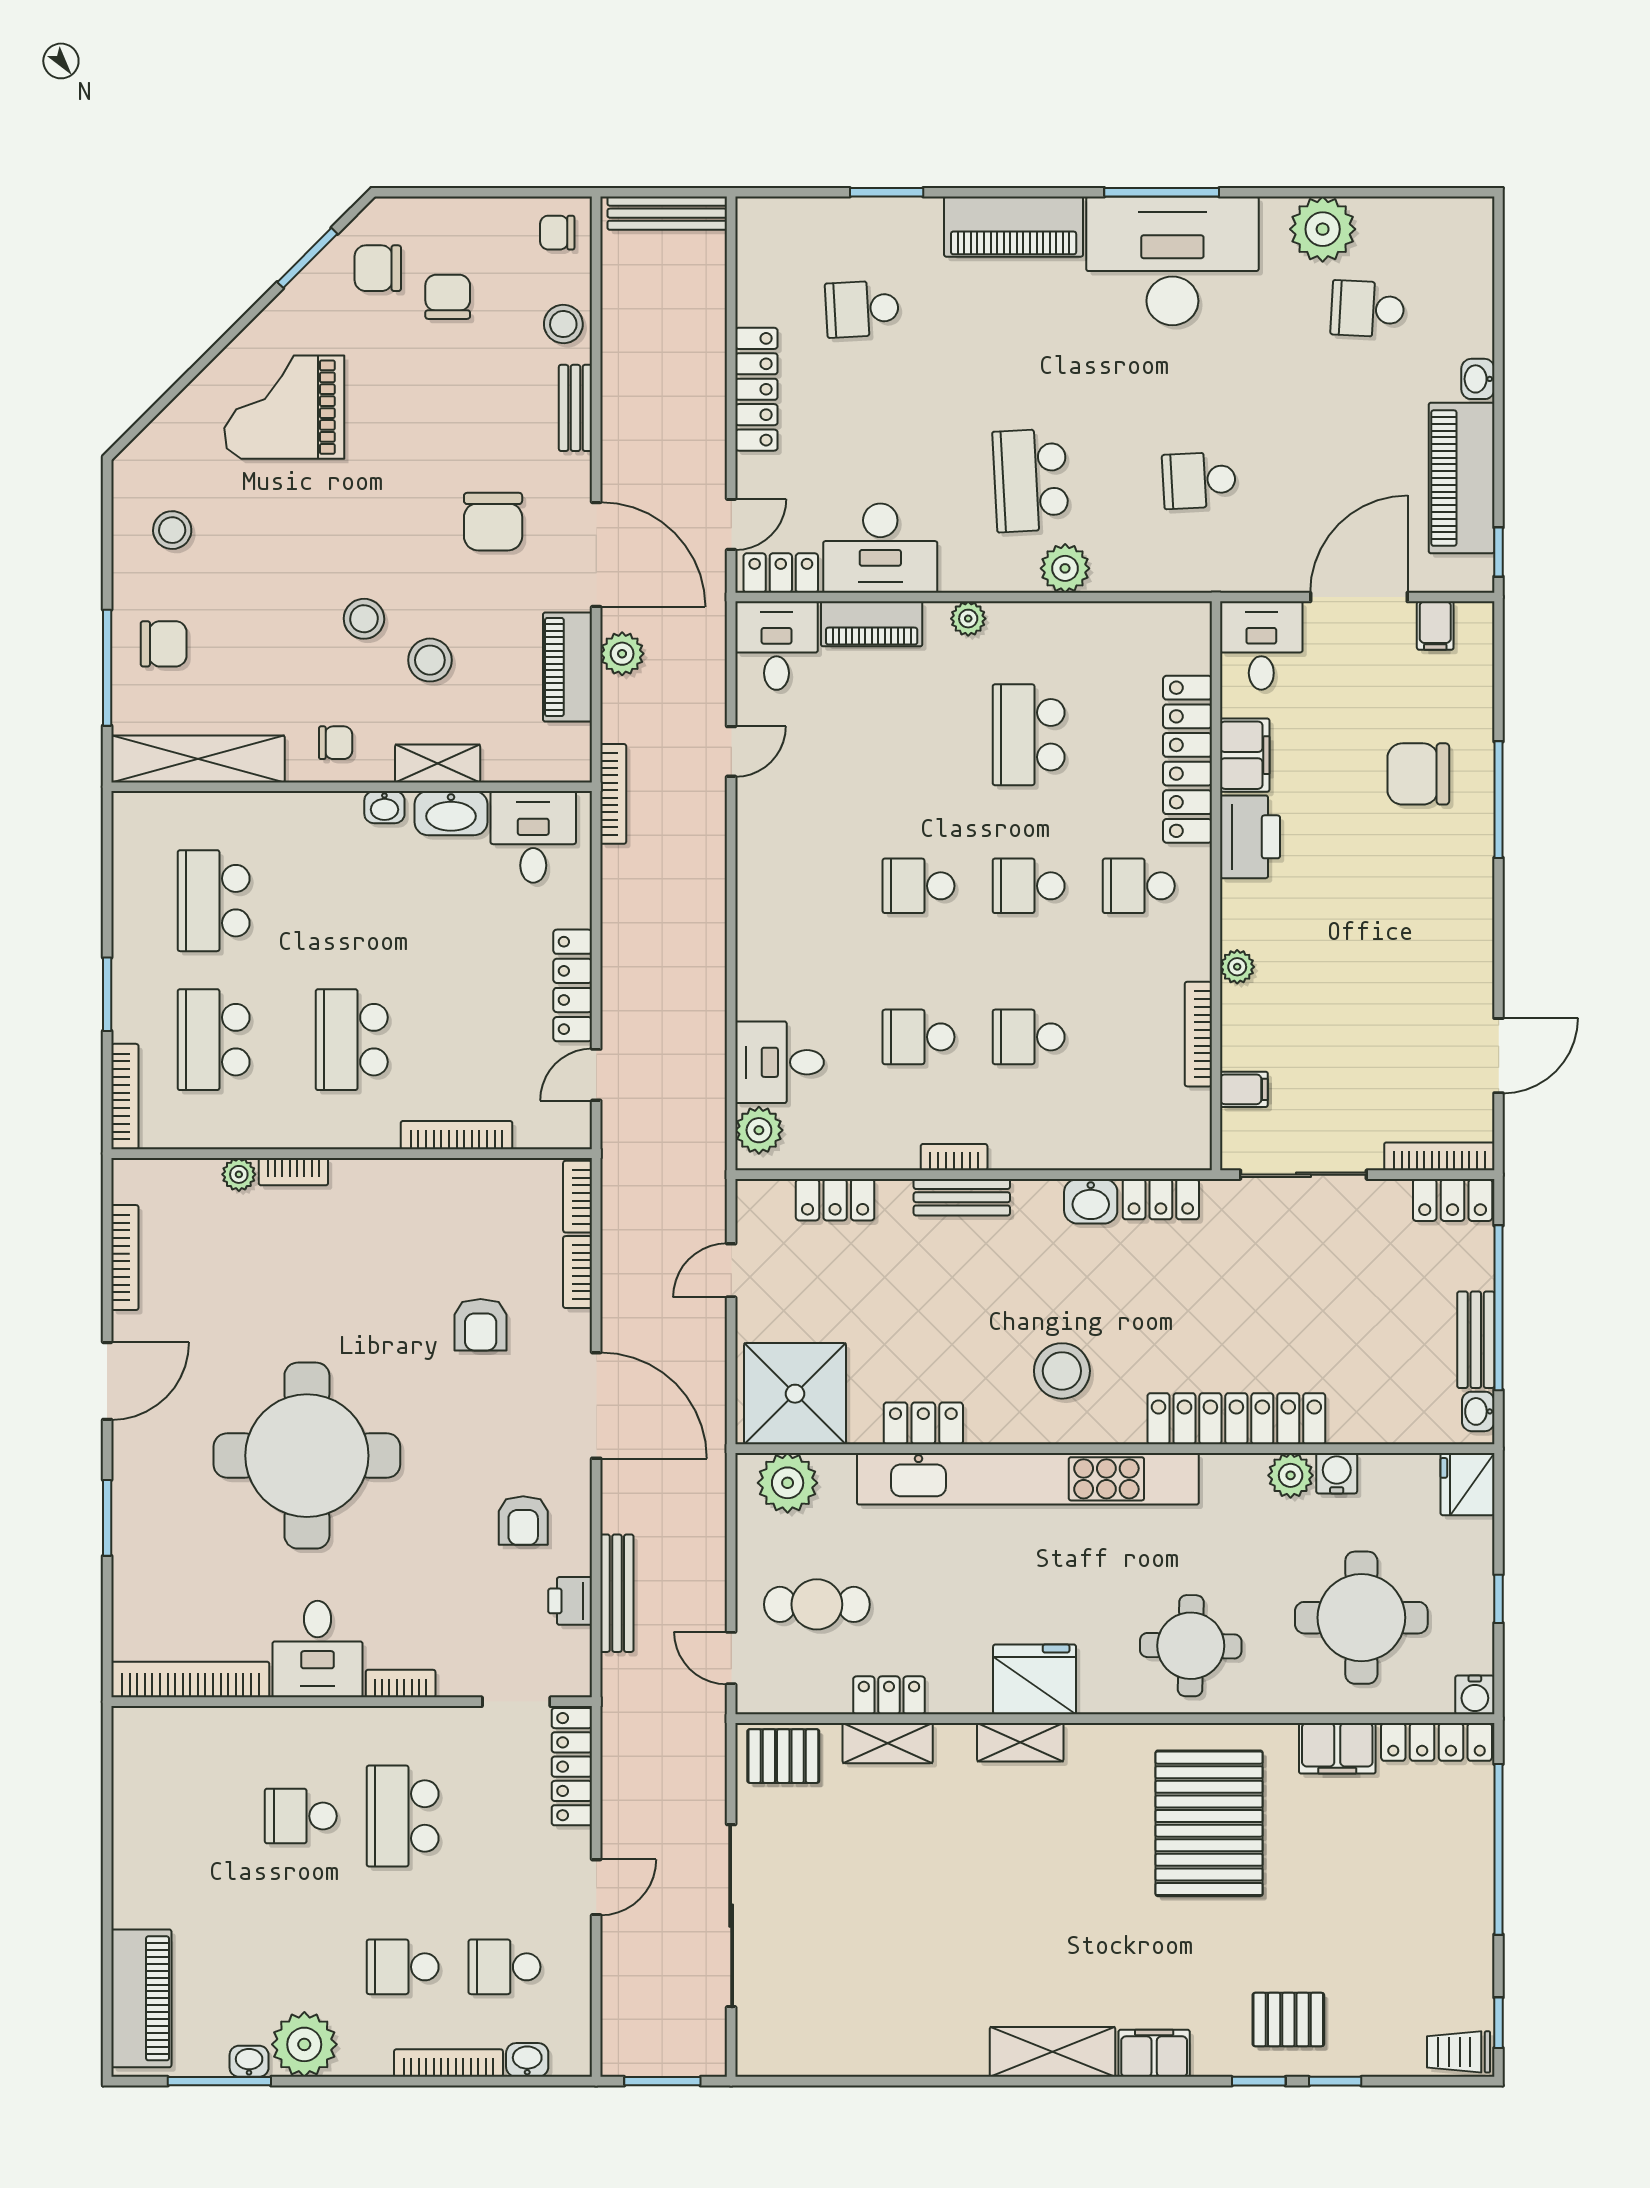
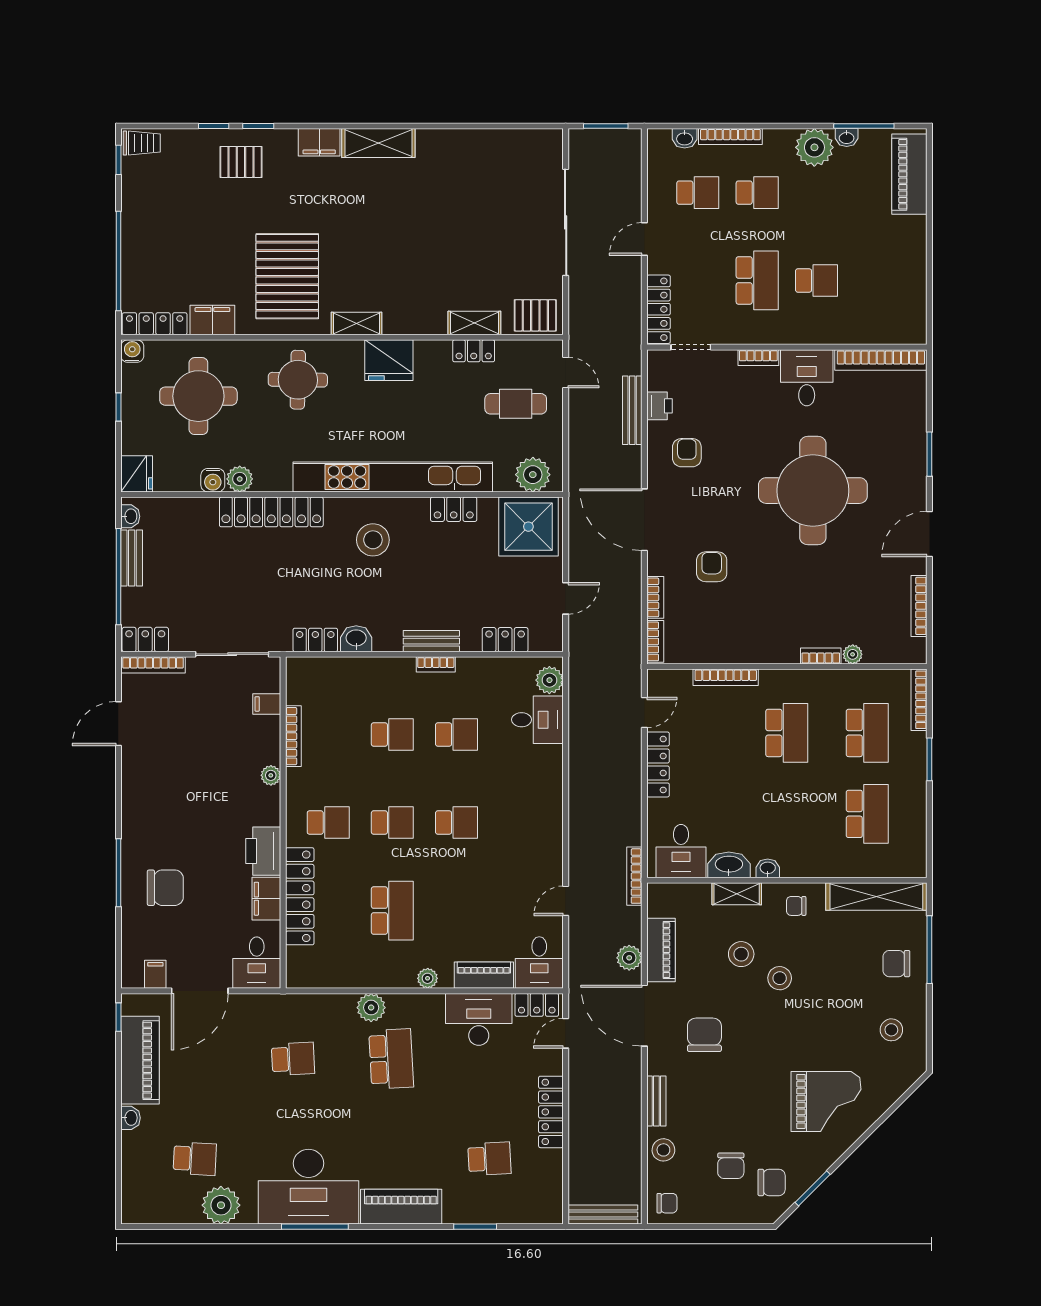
shelving: (1020, 1742) -> (356, 324), moved

